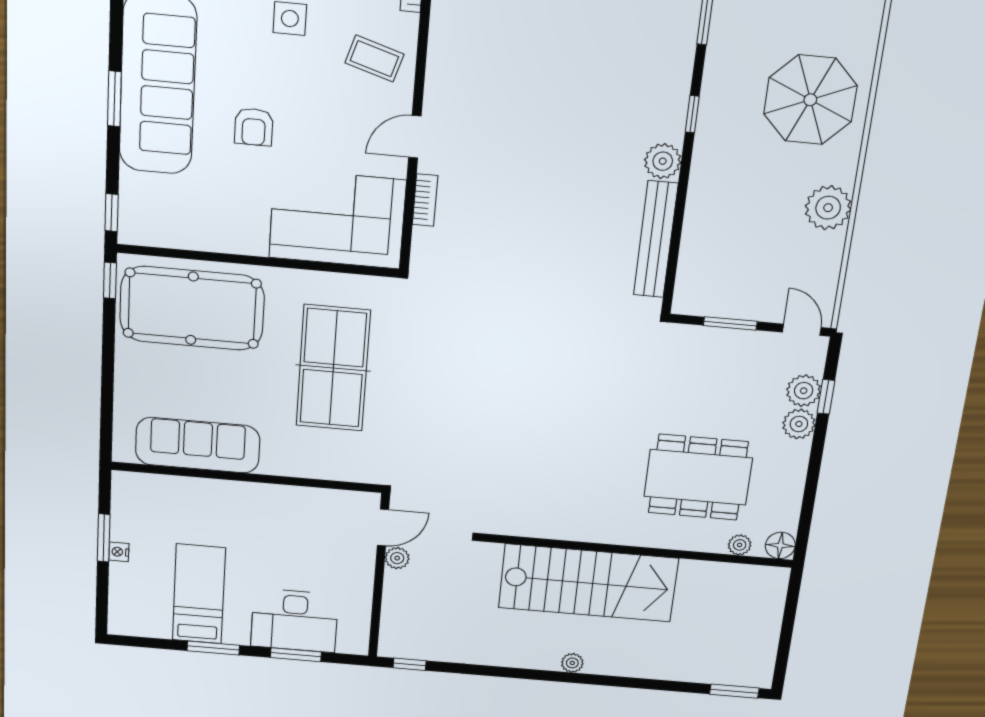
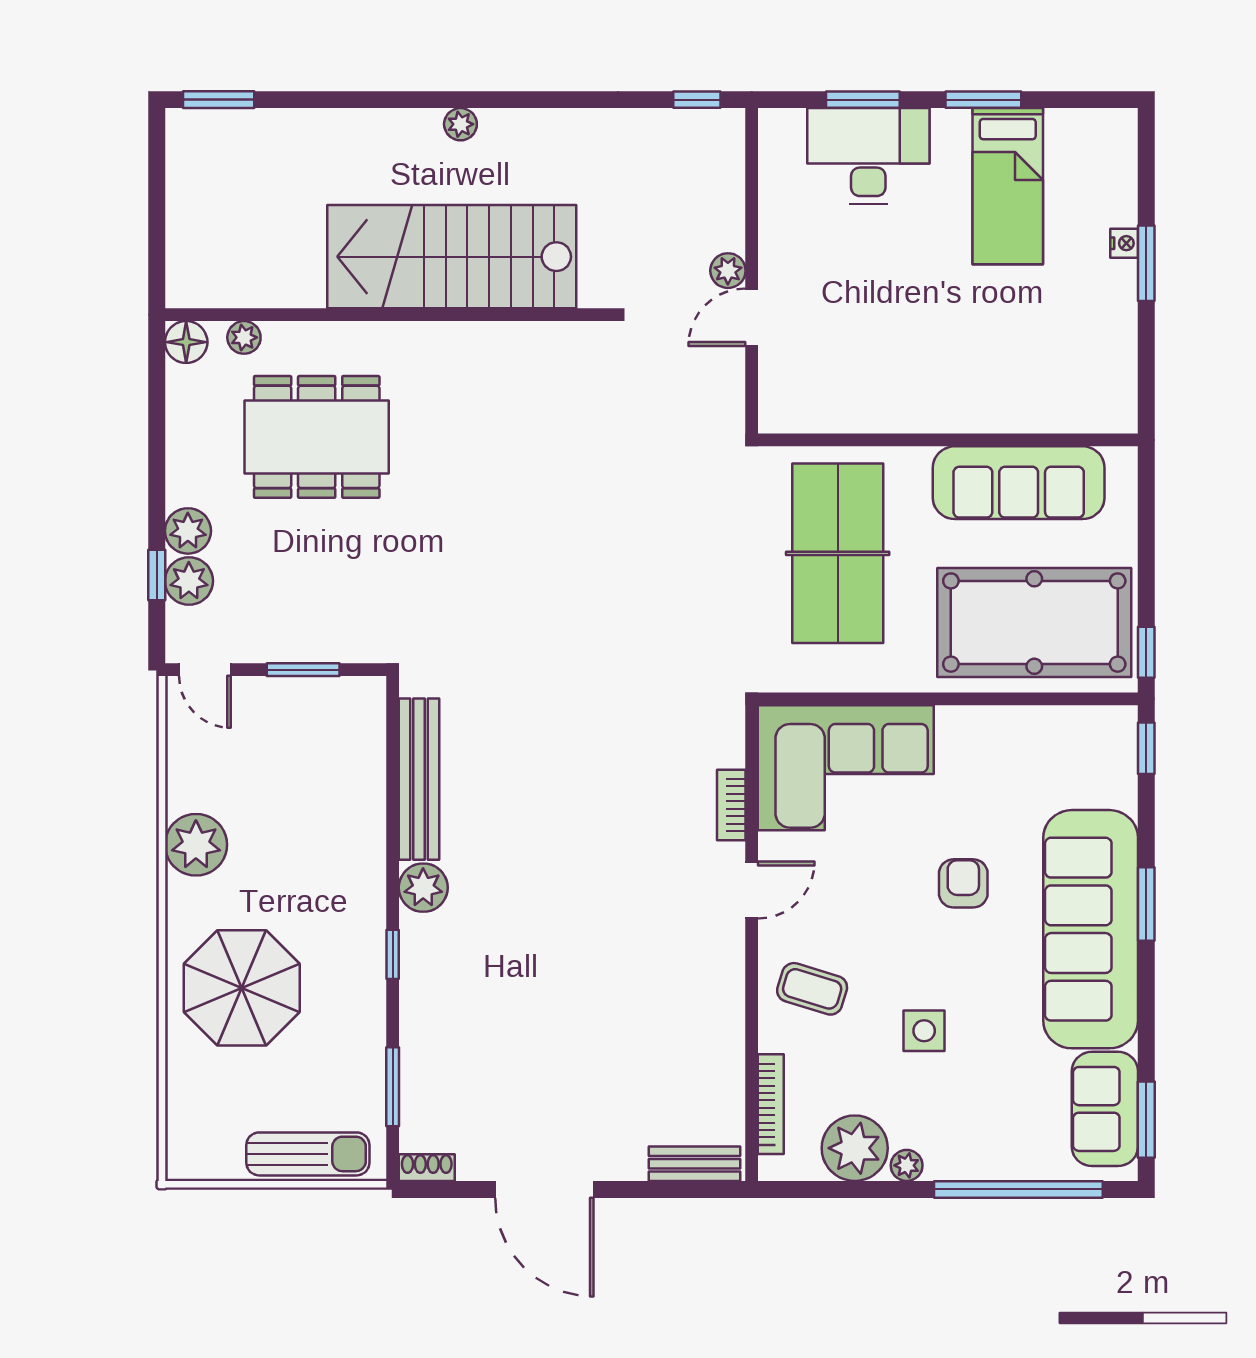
sofa: (198, 445) -> (1019, 483), moved
wall: (247, 477) -> (948, 440), moved

